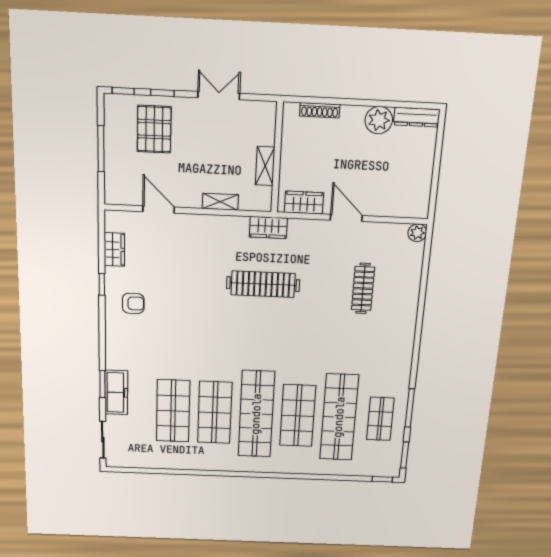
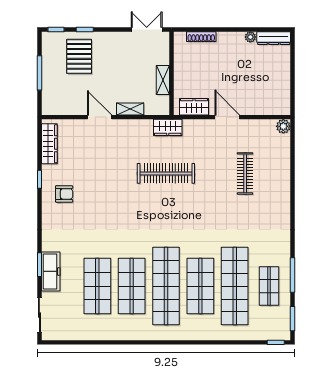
double door: (219, 96) -> (147, 30), moved
plant: (379, 120) -> (250, 37), width x0.53, depth x0.53
door: (159, 209) -> (100, 117), moved
wardrobe: (114, 249) -> (49, 144), width x1.50

